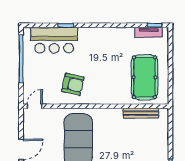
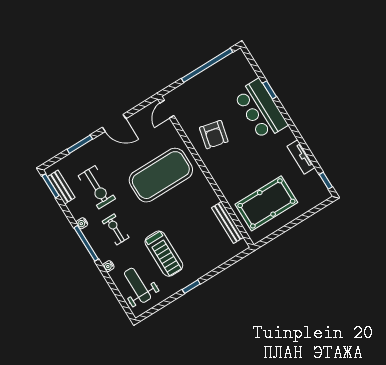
tv unit: (149, 32) -> (301, 157), moved
bar counter: (54, 40) -> (261, 110), moved
door: (35, 106) -> (167, 109), swing flipped

